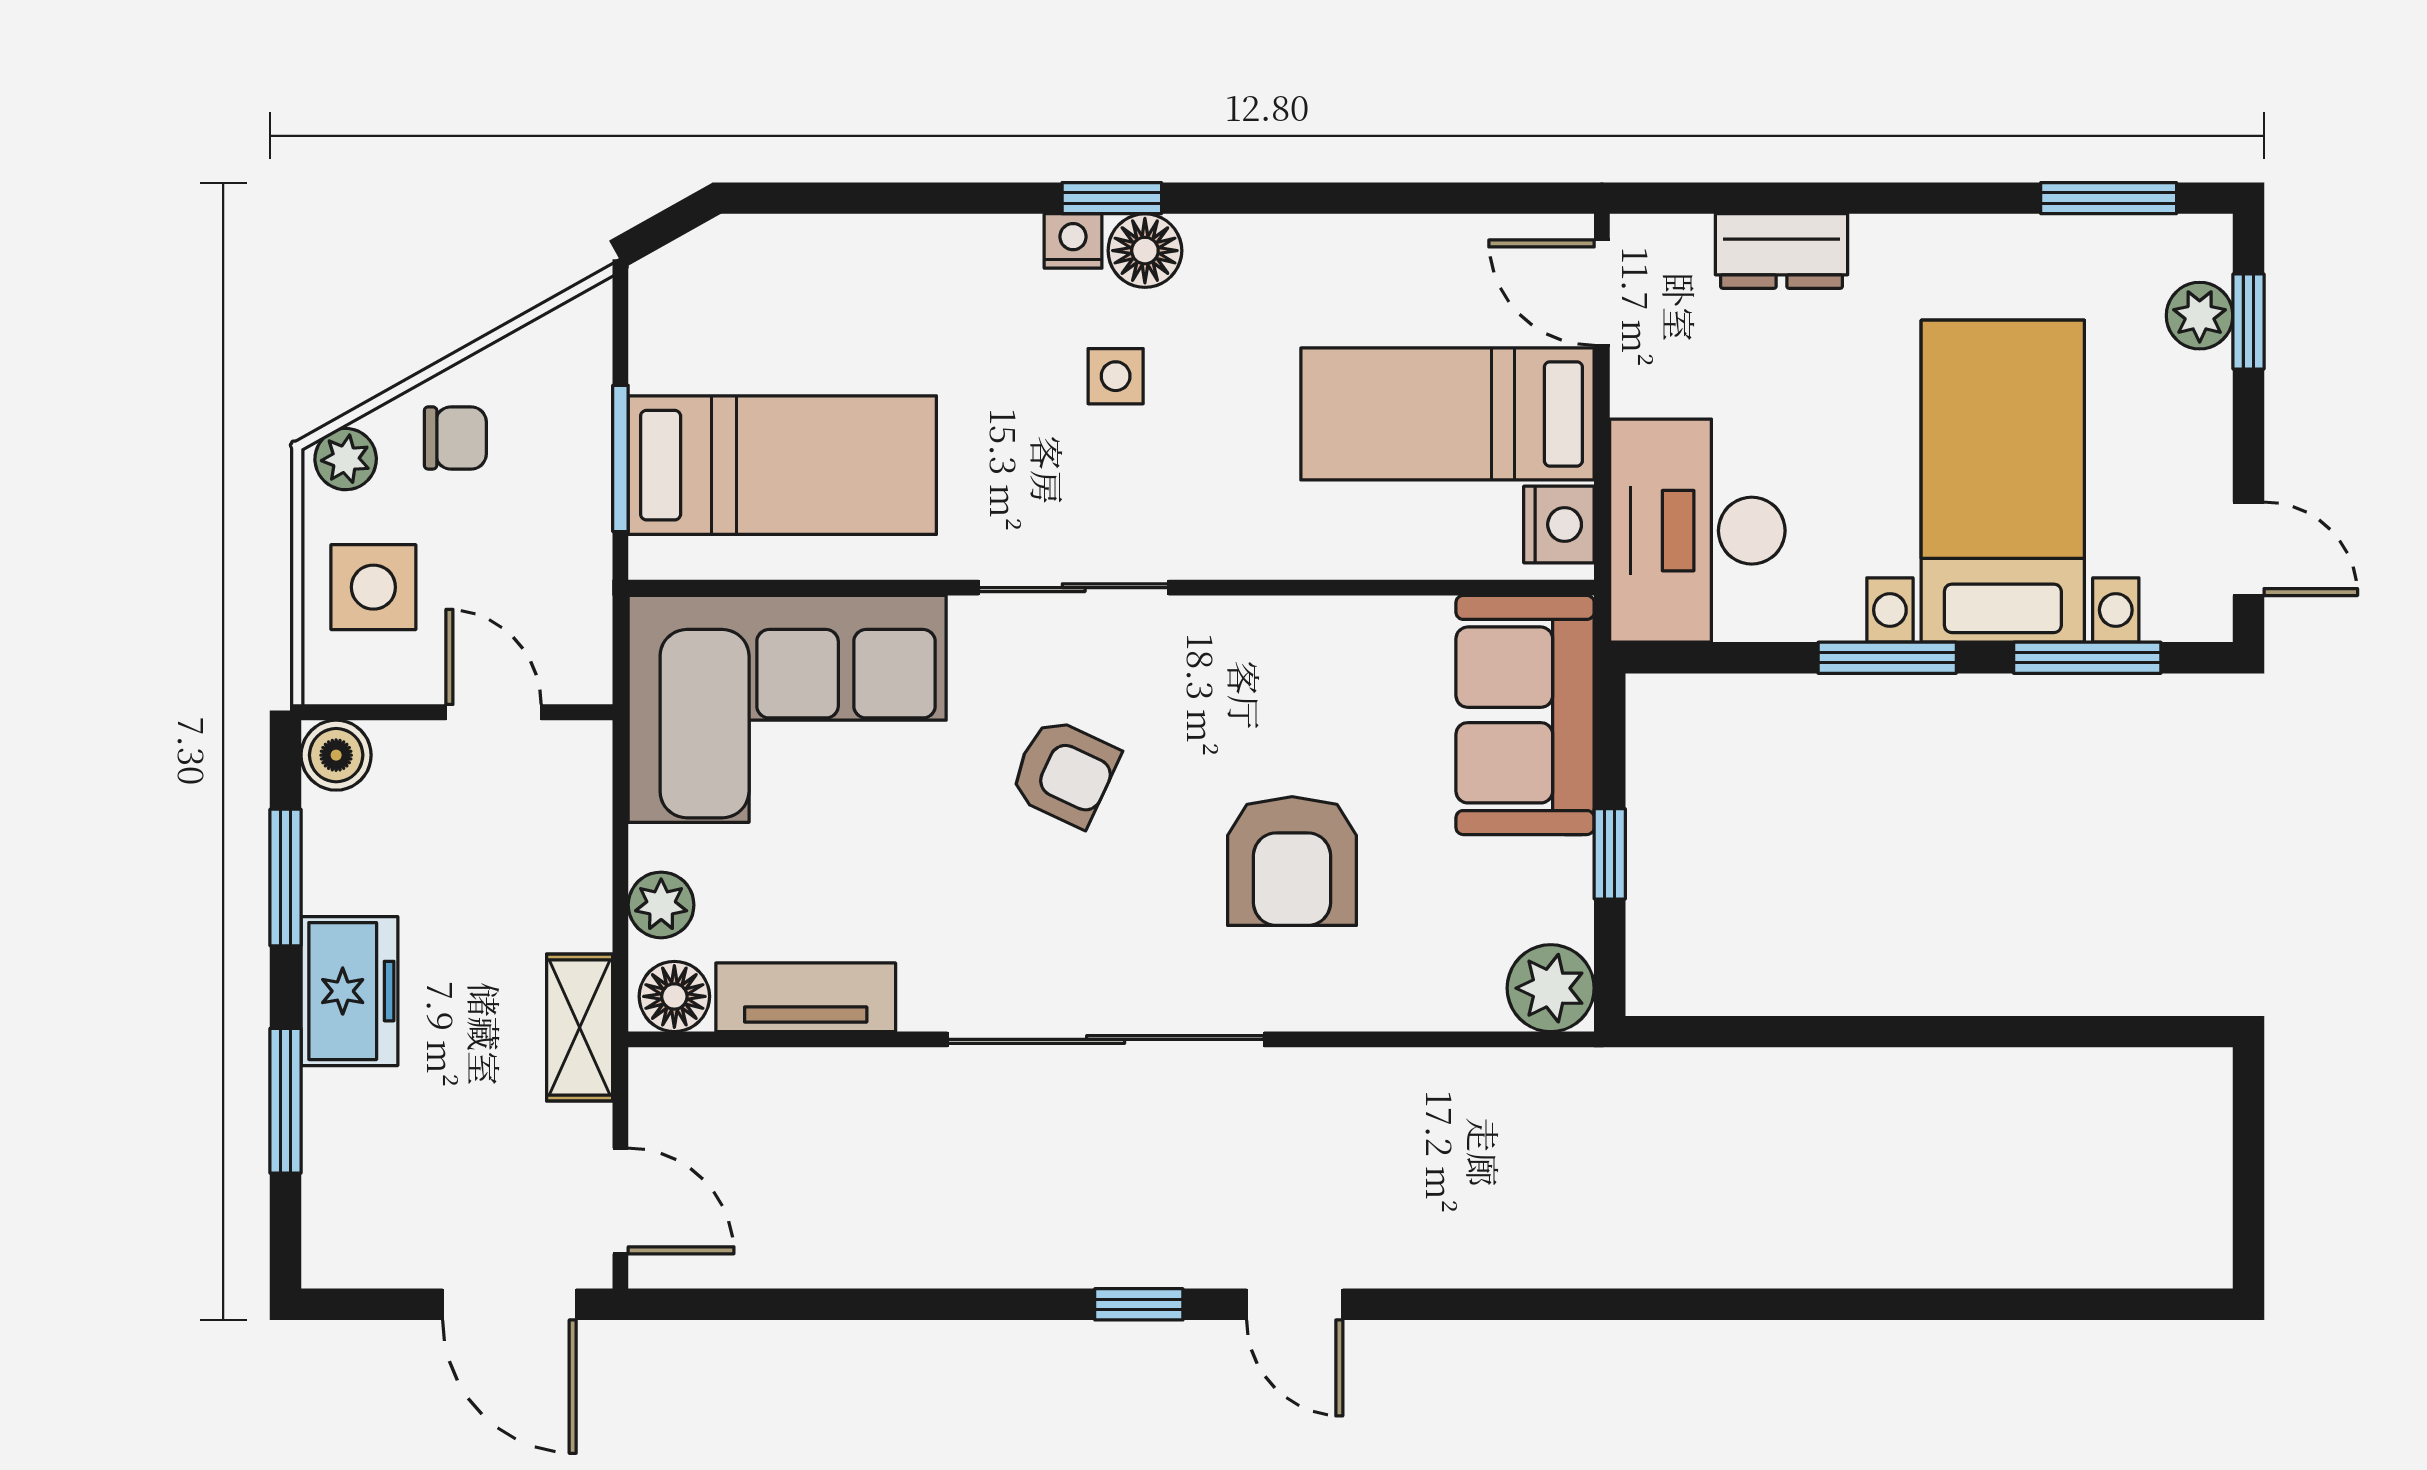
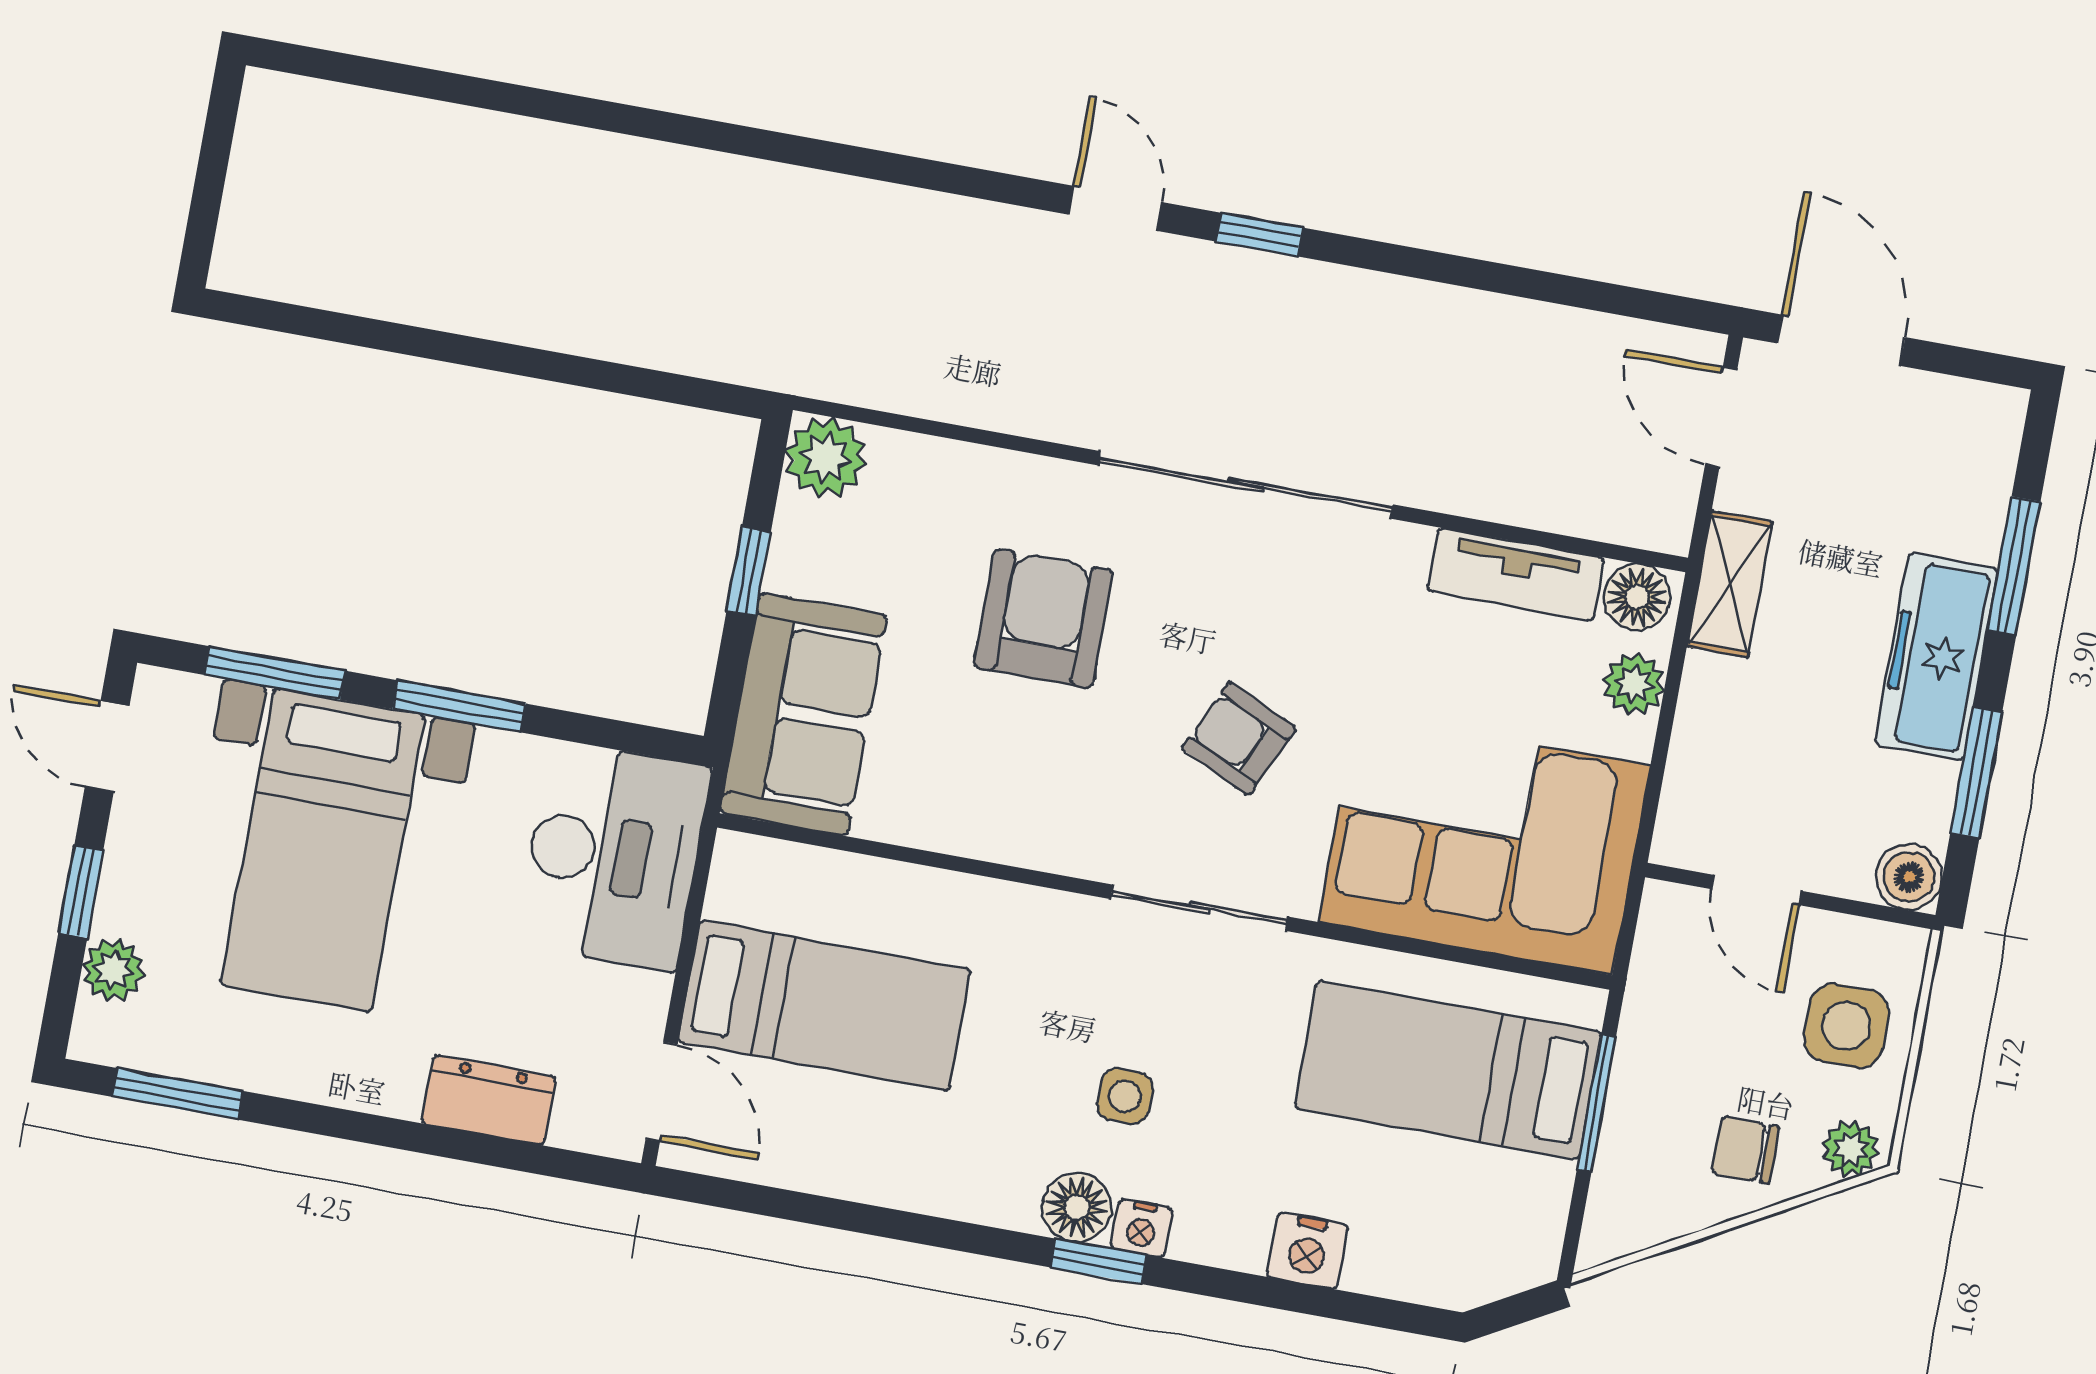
window: (2248, 322) -> (81, 892), moved
nightstand: (1559, 524) -> (1307, 1251), moved, turned -90
freezer: (349, 991) -> (1936, 657), width x1.40

